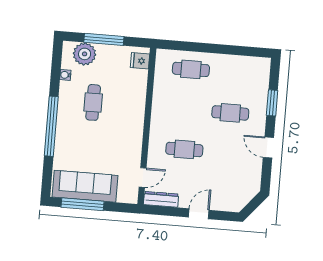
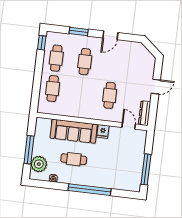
window: (255, 52) -> (42, 43), added
fridge: (140, 61) -> (103, 131), moved
cafe table: (234, 73) -> (56, 58), added
sofa: (85, 186) -> (74, 131), moved, turned -90
door: (199, 214) -> (156, 87), swing flipped

